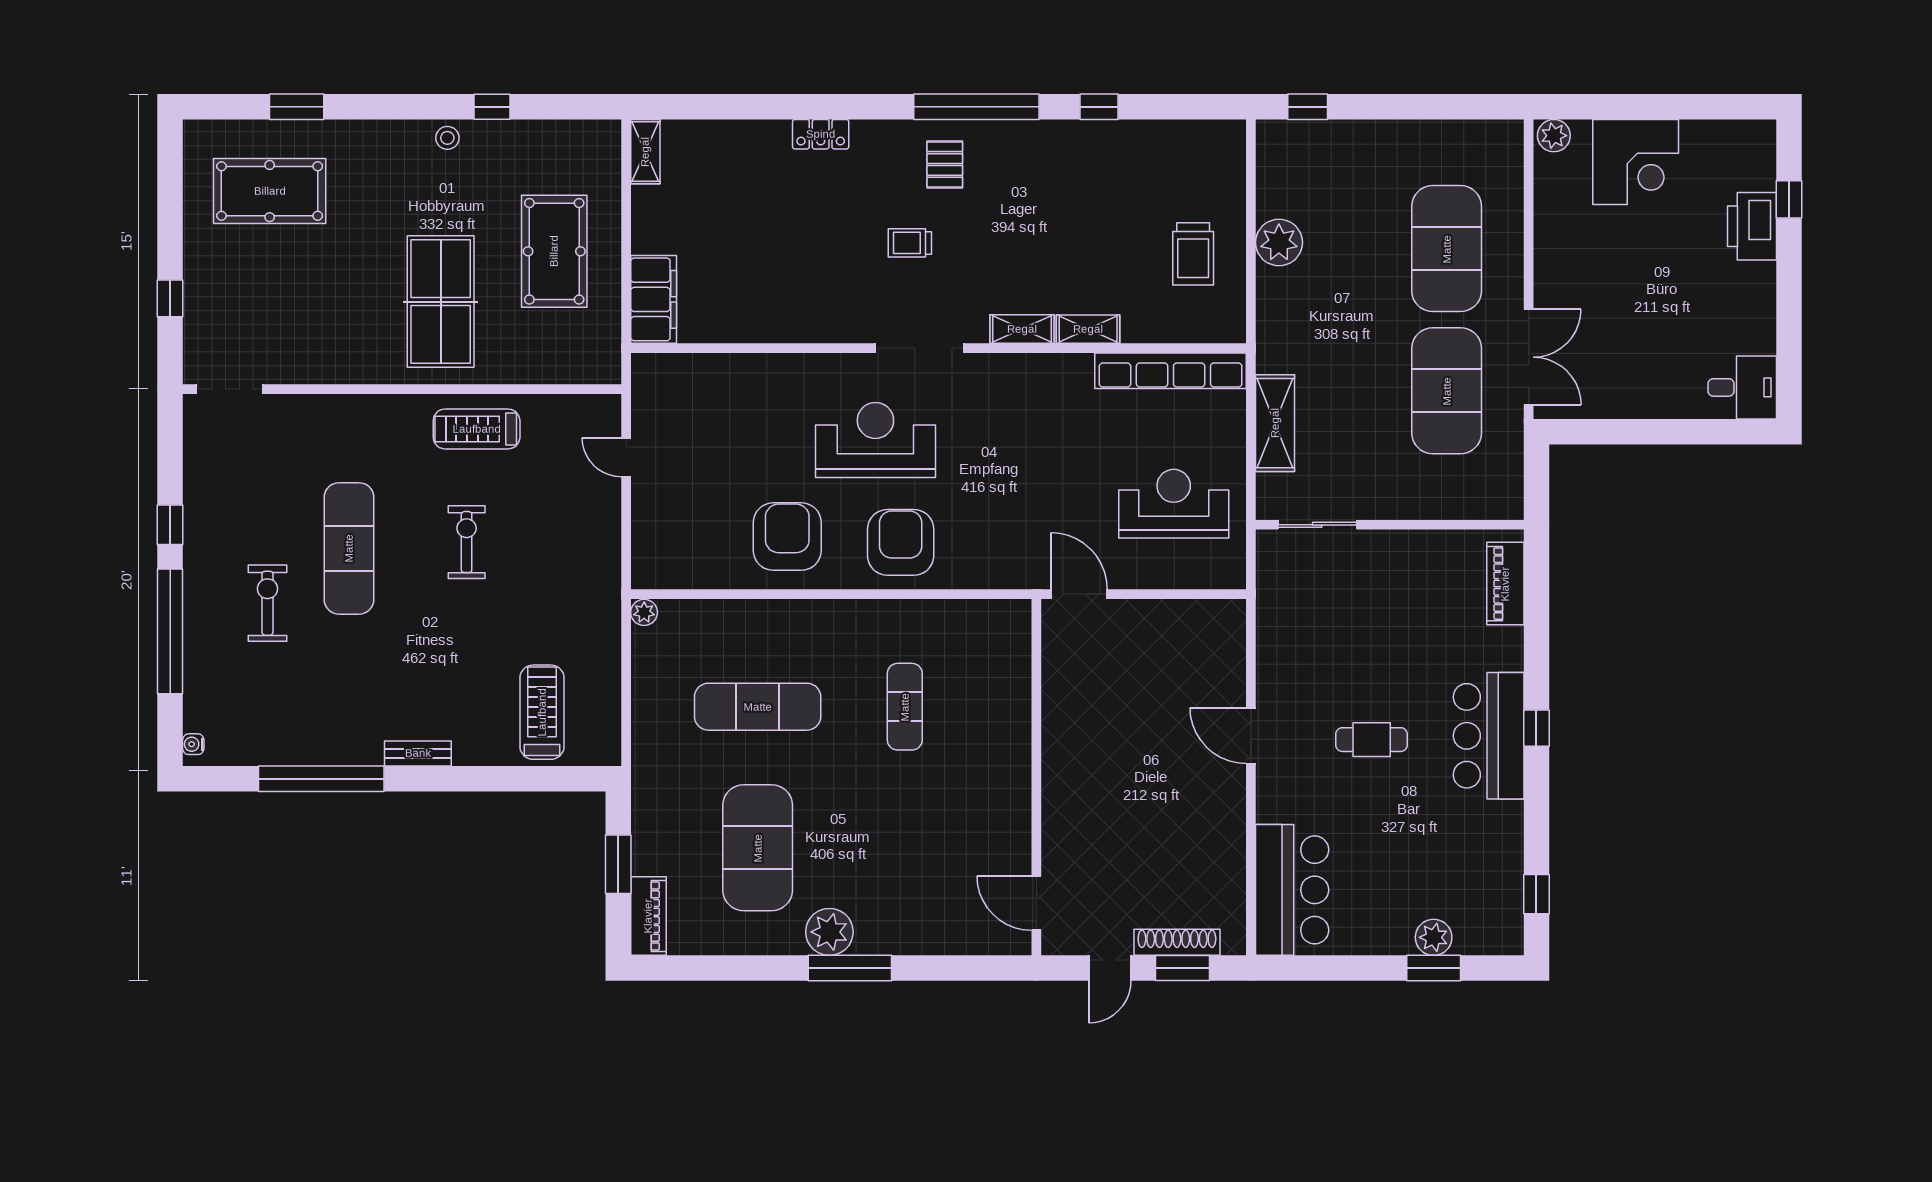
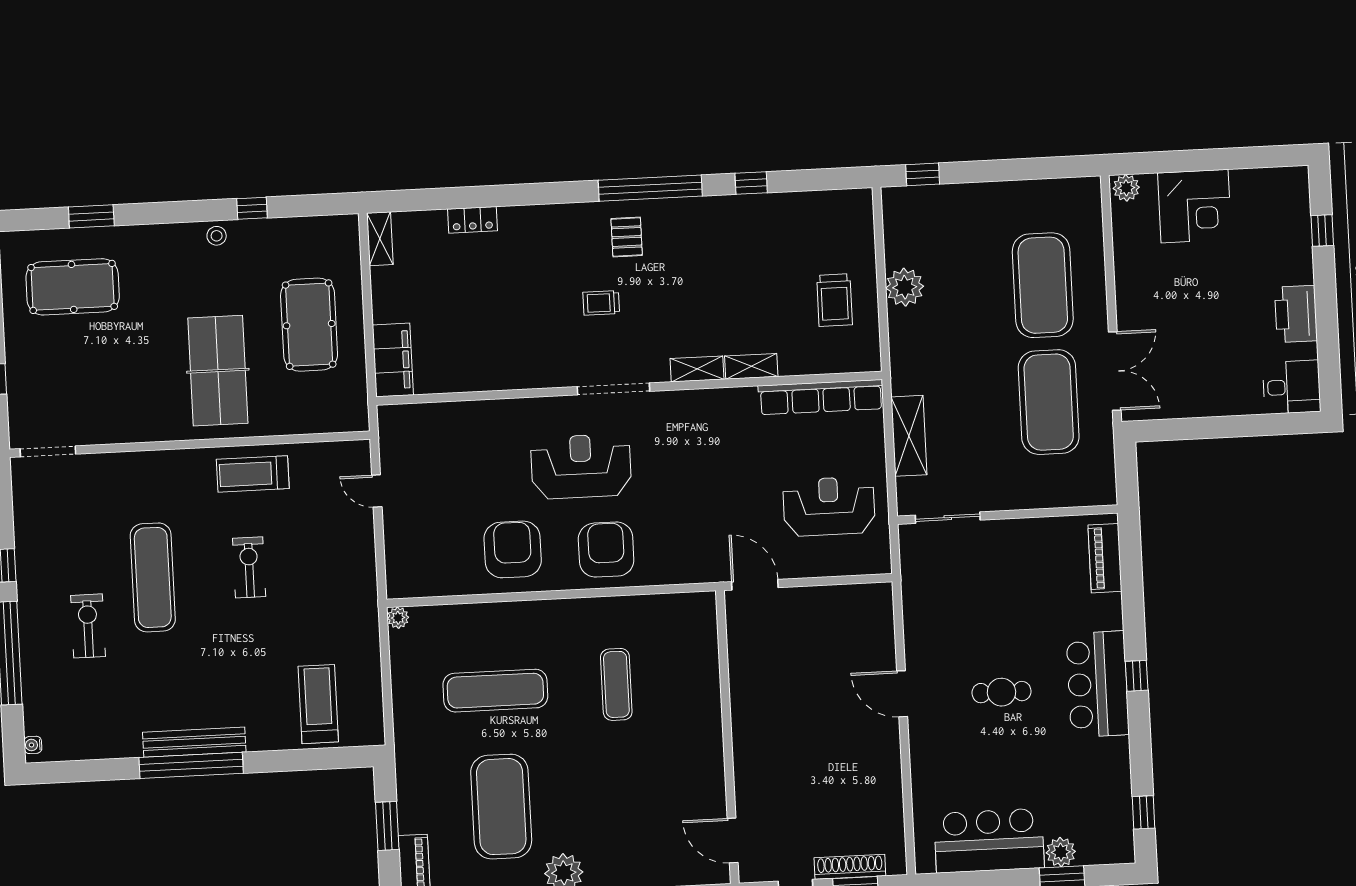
locker: (821, 134) -> (473, 220), moved
printer: (1752, 226) -> (1296, 314), moved
bench: (418, 753) -> (194, 742), width x1.86, depth x1.21
window: (321, 779) -> (191, 765), moved
bar counter: (1292, 890) -> (989, 841), moved, turned -90

